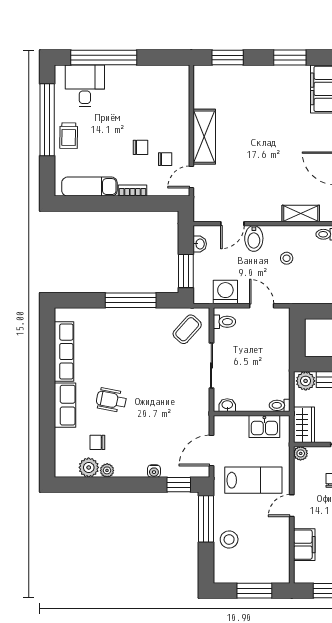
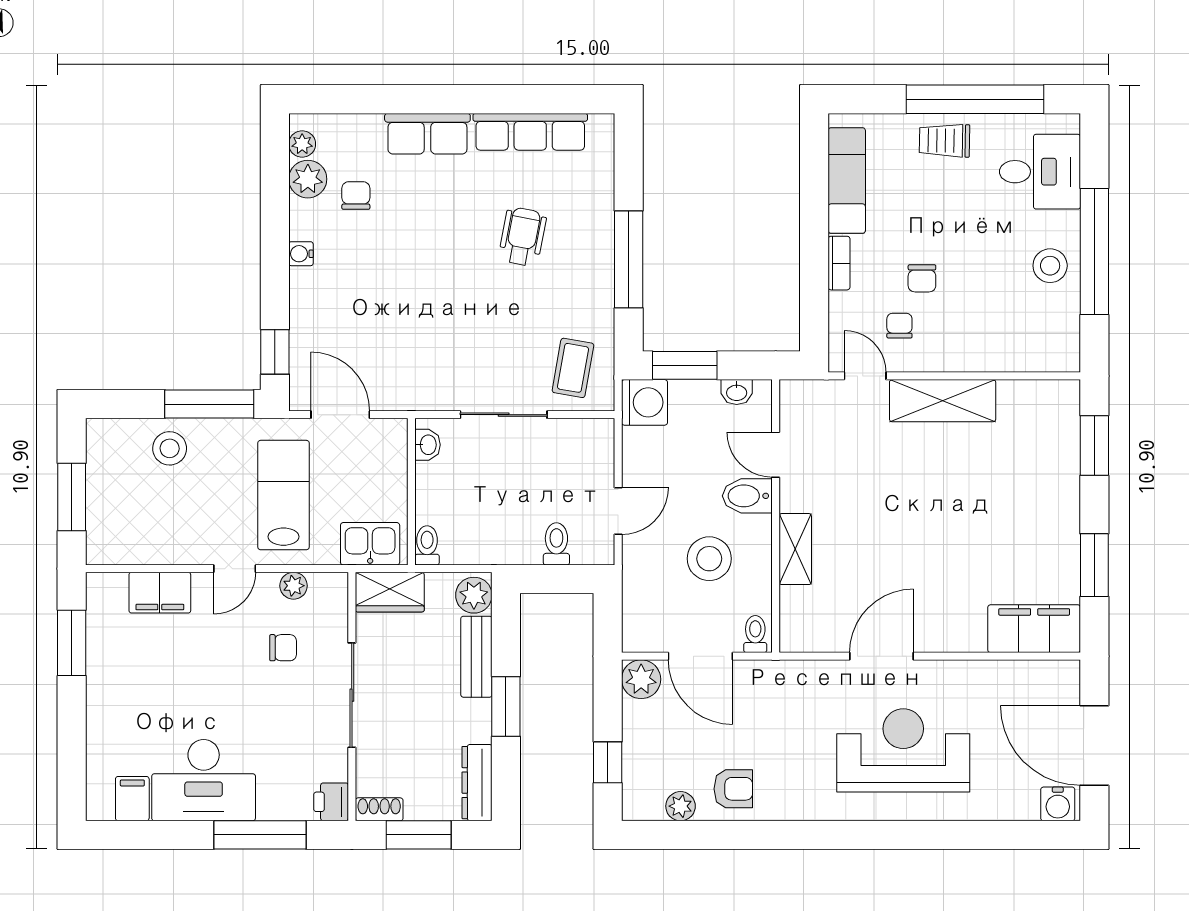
window: (104, 57) -> (1094, 252), moved
stool: (134, 81) -> (1050, 266), added
chair: (165, 159) -> (899, 326), turned 180
shelving: (301, 213) -> (795, 549), moved
stool: (287, 258) -> (709, 559), width x1.89, depth x1.89
washing machine: (225, 292) -> (644, 402), moved
toilet: (224, 322) -> (556, 544), moved, turned 180
coffee table: (187, 329) -> (573, 368), turned 58
wheelchair: (111, 400) -> (522, 237), moved
kitchen sink: (264, 426) -> (370, 544), moved, turned 90
plant: (301, 453) -> (294, 586), moved
plant: (107, 470) -> (302, 144), moved
water cooler: (154, 471) -> (301, 254), moved
lab bench: (253, 480) -> (283, 495), turned 180
door: (292, 506) -> (235, 569), swing flipped

